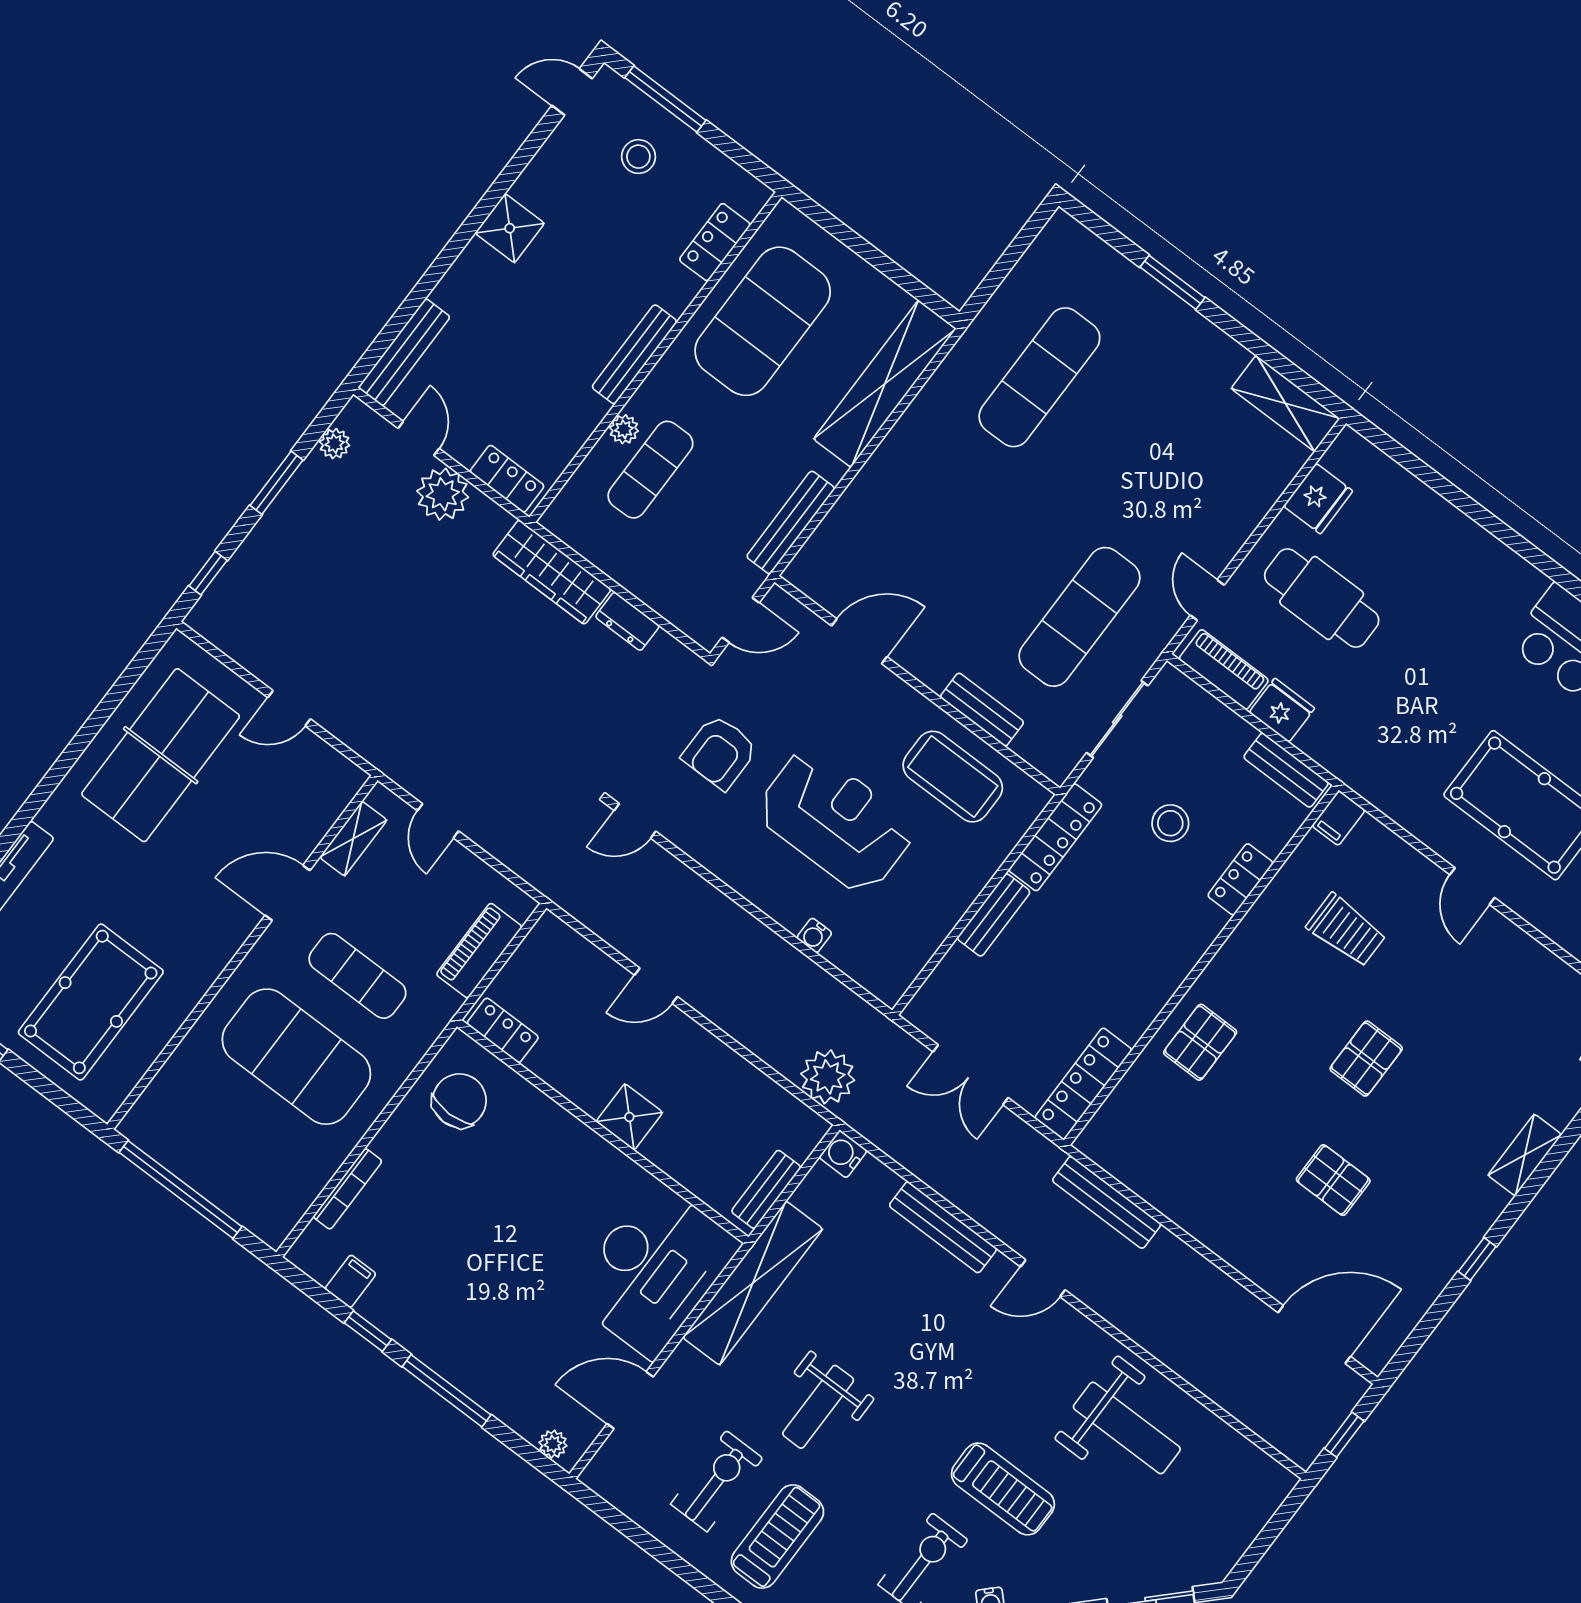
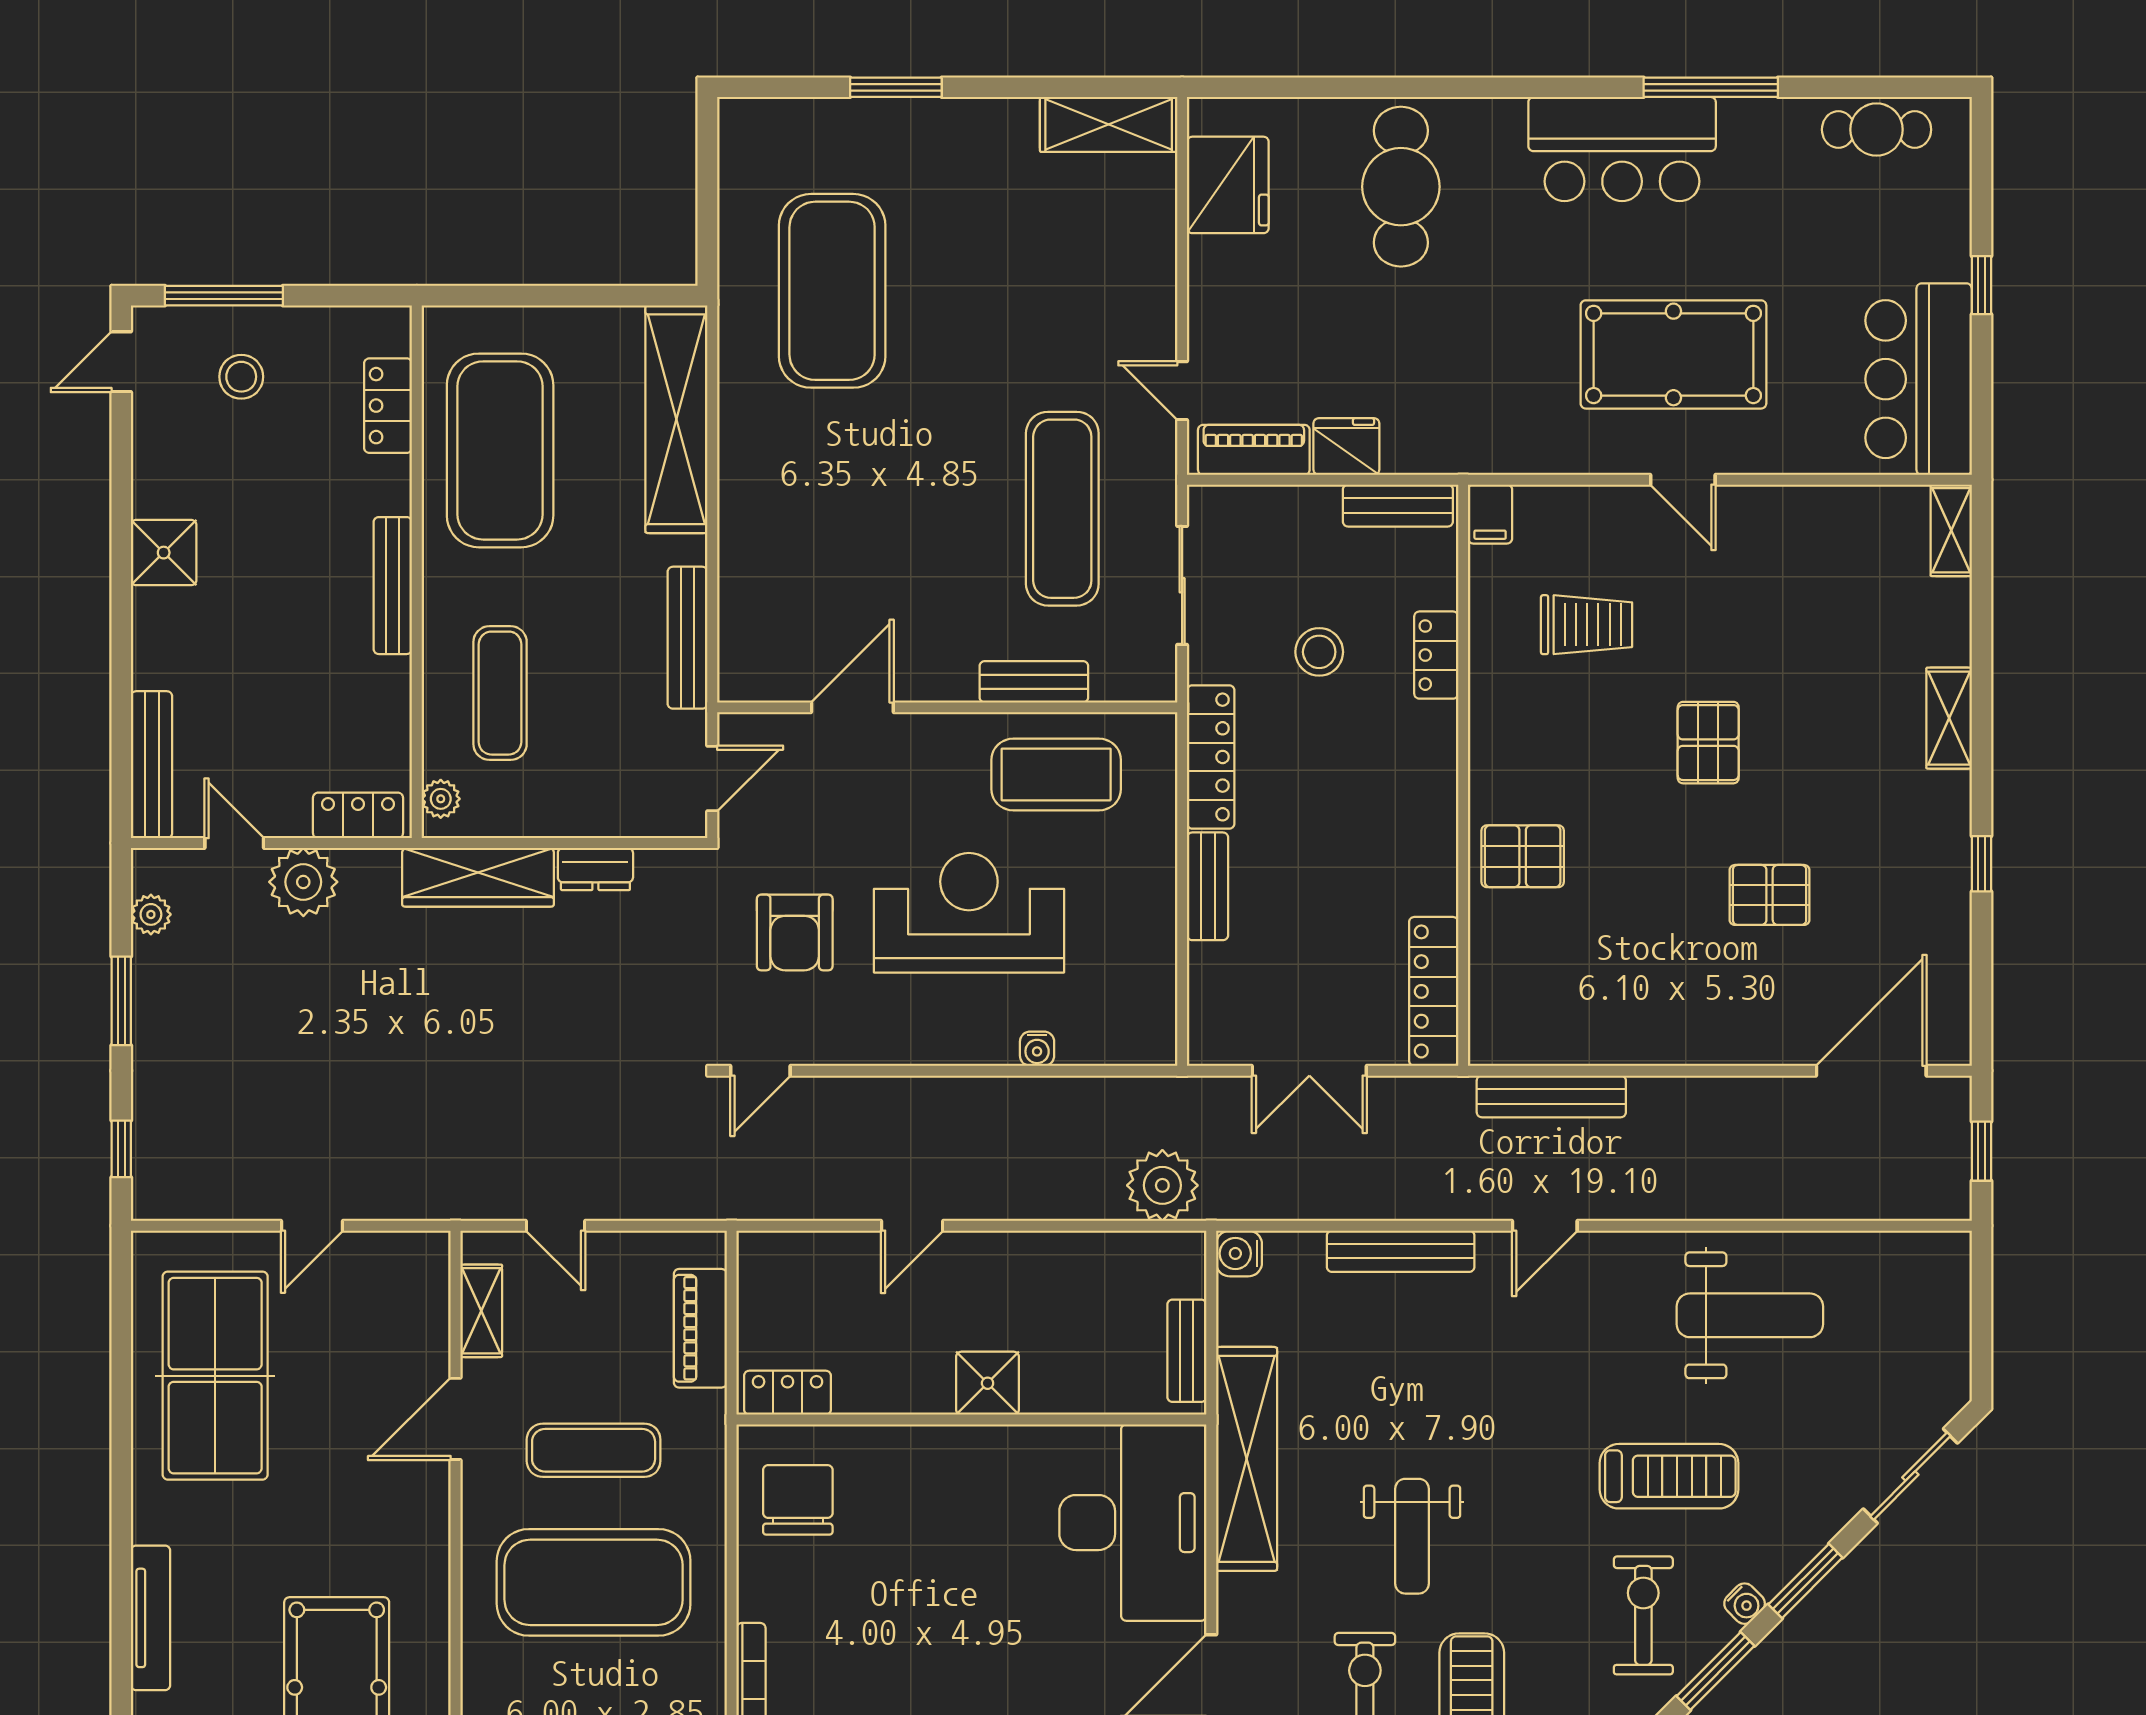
exercise mat: (1039, 377) -> (832, 291), width x1.47
plant: (624, 429) -> (441, 799), moved
fridge: (1318, 499) -> (1228, 185), width x1.36, depth x1.34
cafe table: (1322, 598) -> (1401, 187), moved, turned 90
pallet: (1200, 1042) -> (1523, 856), turned 90

